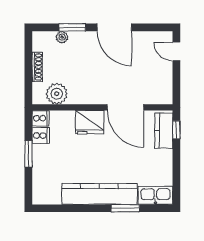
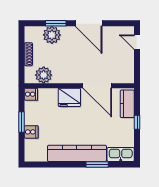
plant: (62, 37) -> (52, 35), width x1.87, depth x1.87
window: (176, 130) -> (137, 122), moved
cooker: (41, 135) -> (31, 132), moved

